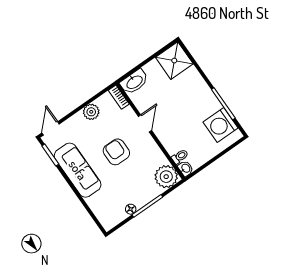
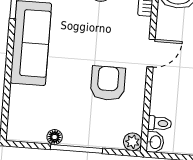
armchair: (116, 152) -> (108, 83), moved
plant: (166, 177) -> (133, 142), width x0.53, depth x0.53

